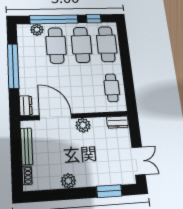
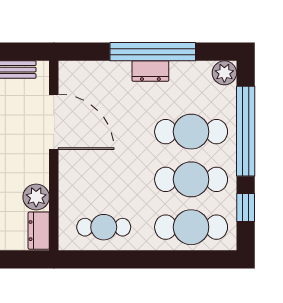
plant: (37, 30) -> (224, 73), moved
dresser: (26, 106) -> (150, 71), moved
door: (56, 117) -> (54, 122), hinge flipped
plant: (83, 125) -> (36, 197), moved

